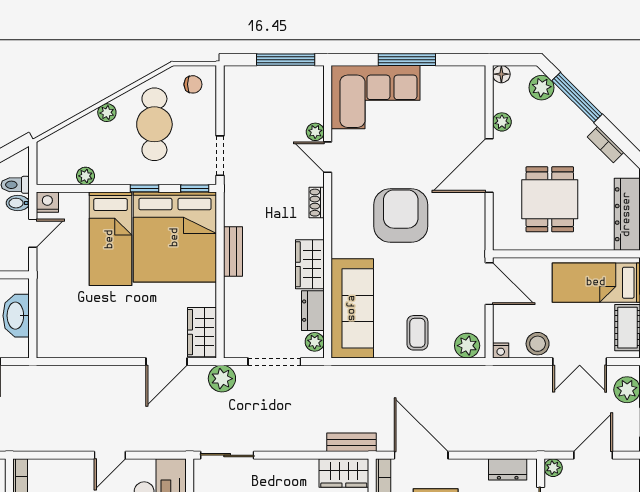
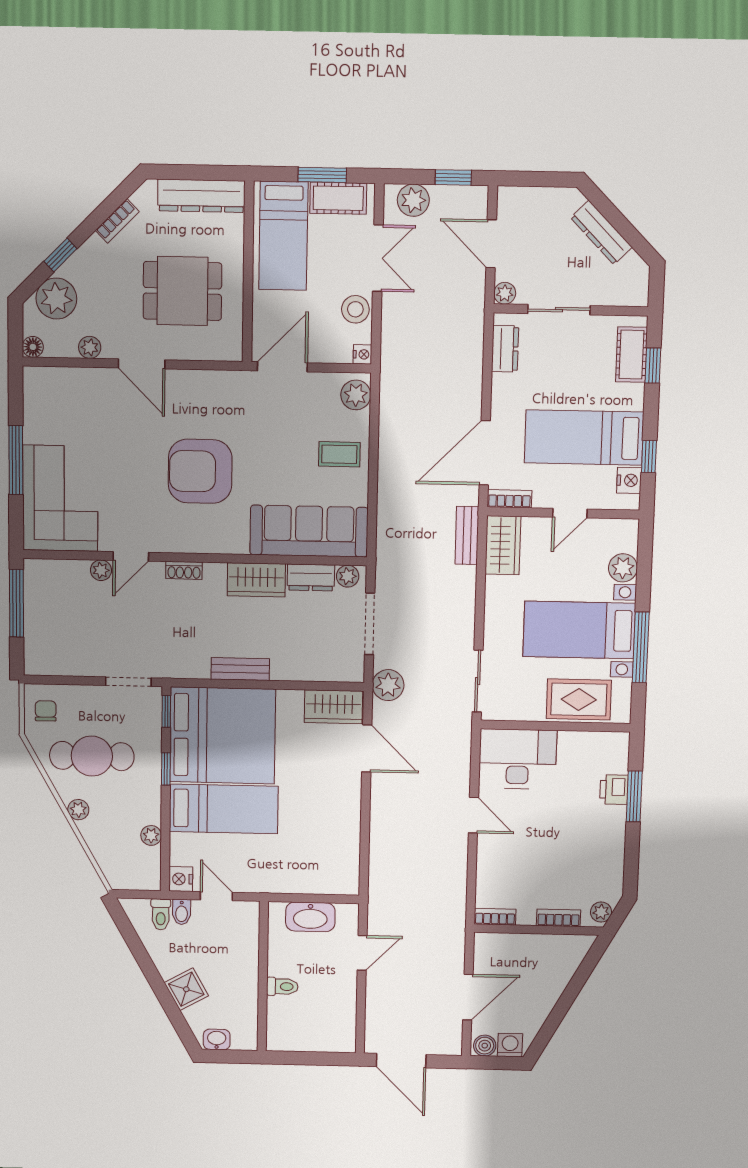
plant: (541, 88) -> (56, 299), width x1.36, depth x1.36
window: (577, 97) -> (60, 255), width x0.46
door: (489, 166) -> (142, 364), width x0.73

